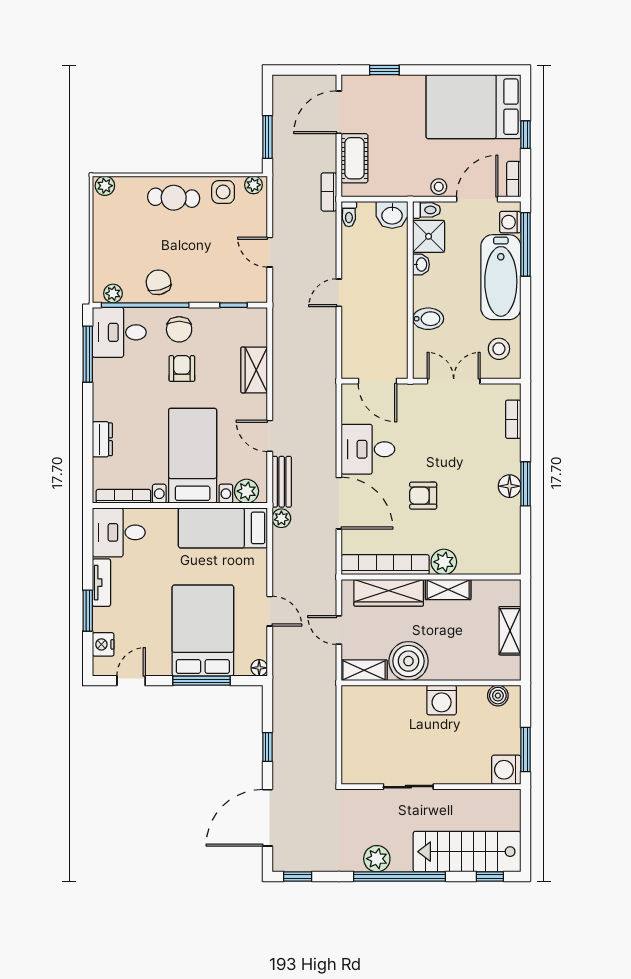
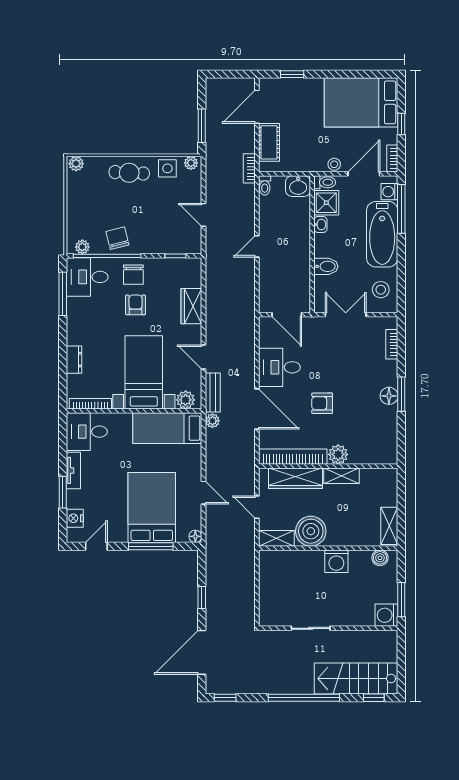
shelving: (510, 631) -> (389, 526), moved
plant: (377, 859) -> (286, 684), removed

